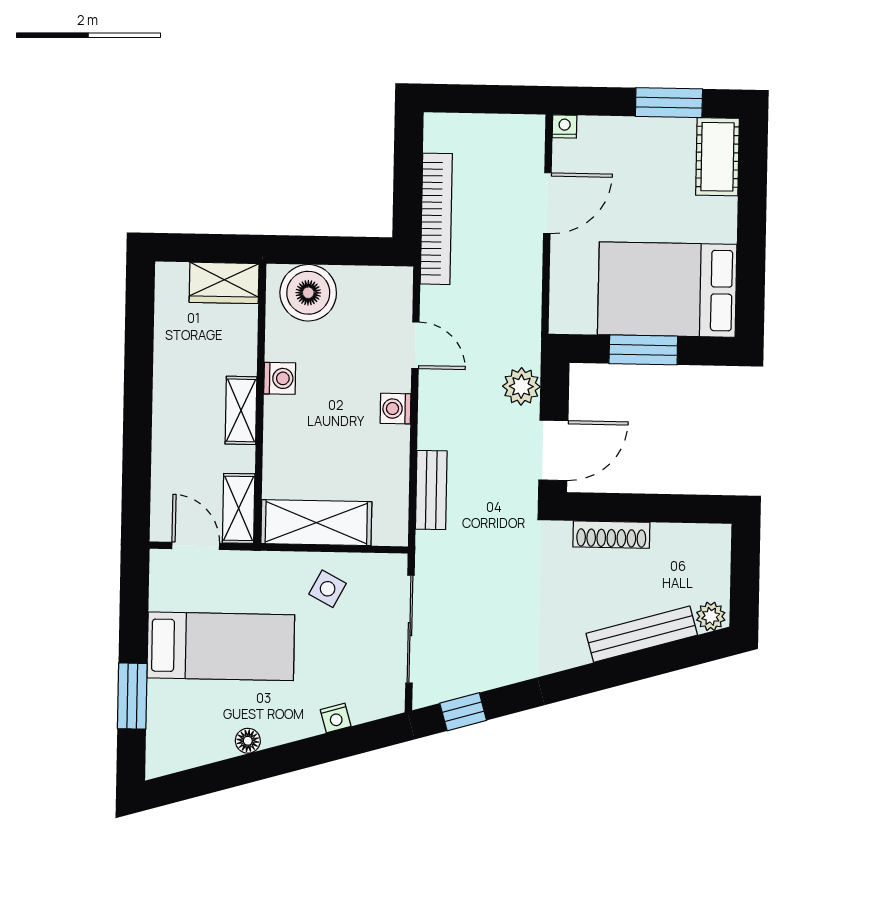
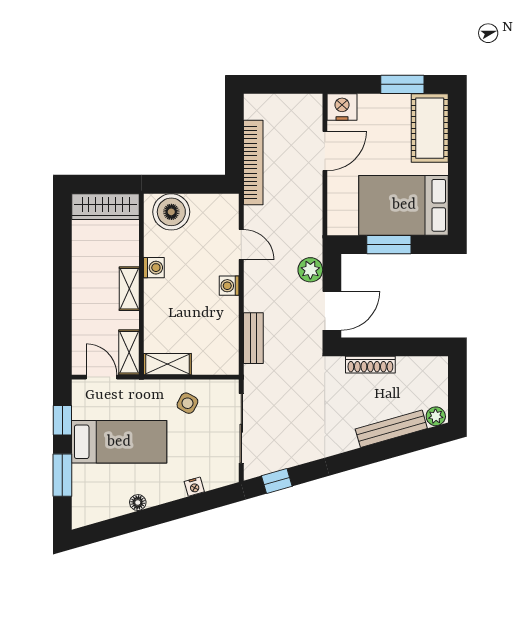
nightstand: (565, 126) -> (342, 107), width x1.89, depth x1.79
cot: (717, 157) -> (430, 128), width x1.37, depth x1.34
wardrobe: (224, 283) -> (106, 207), width x1.50
shelving: (316, 523) -> (167, 364), width x0.67, depth x0.75
window: (134, 611) -> (62, 420), added

